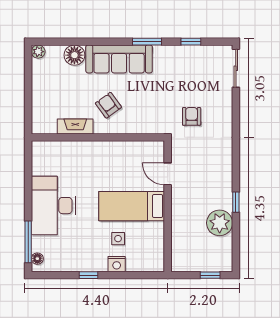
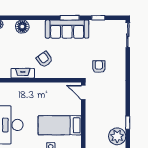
sofa: (119, 59) -> (67, 29), moved
door: (168, 174) -> (83, 92), moved

